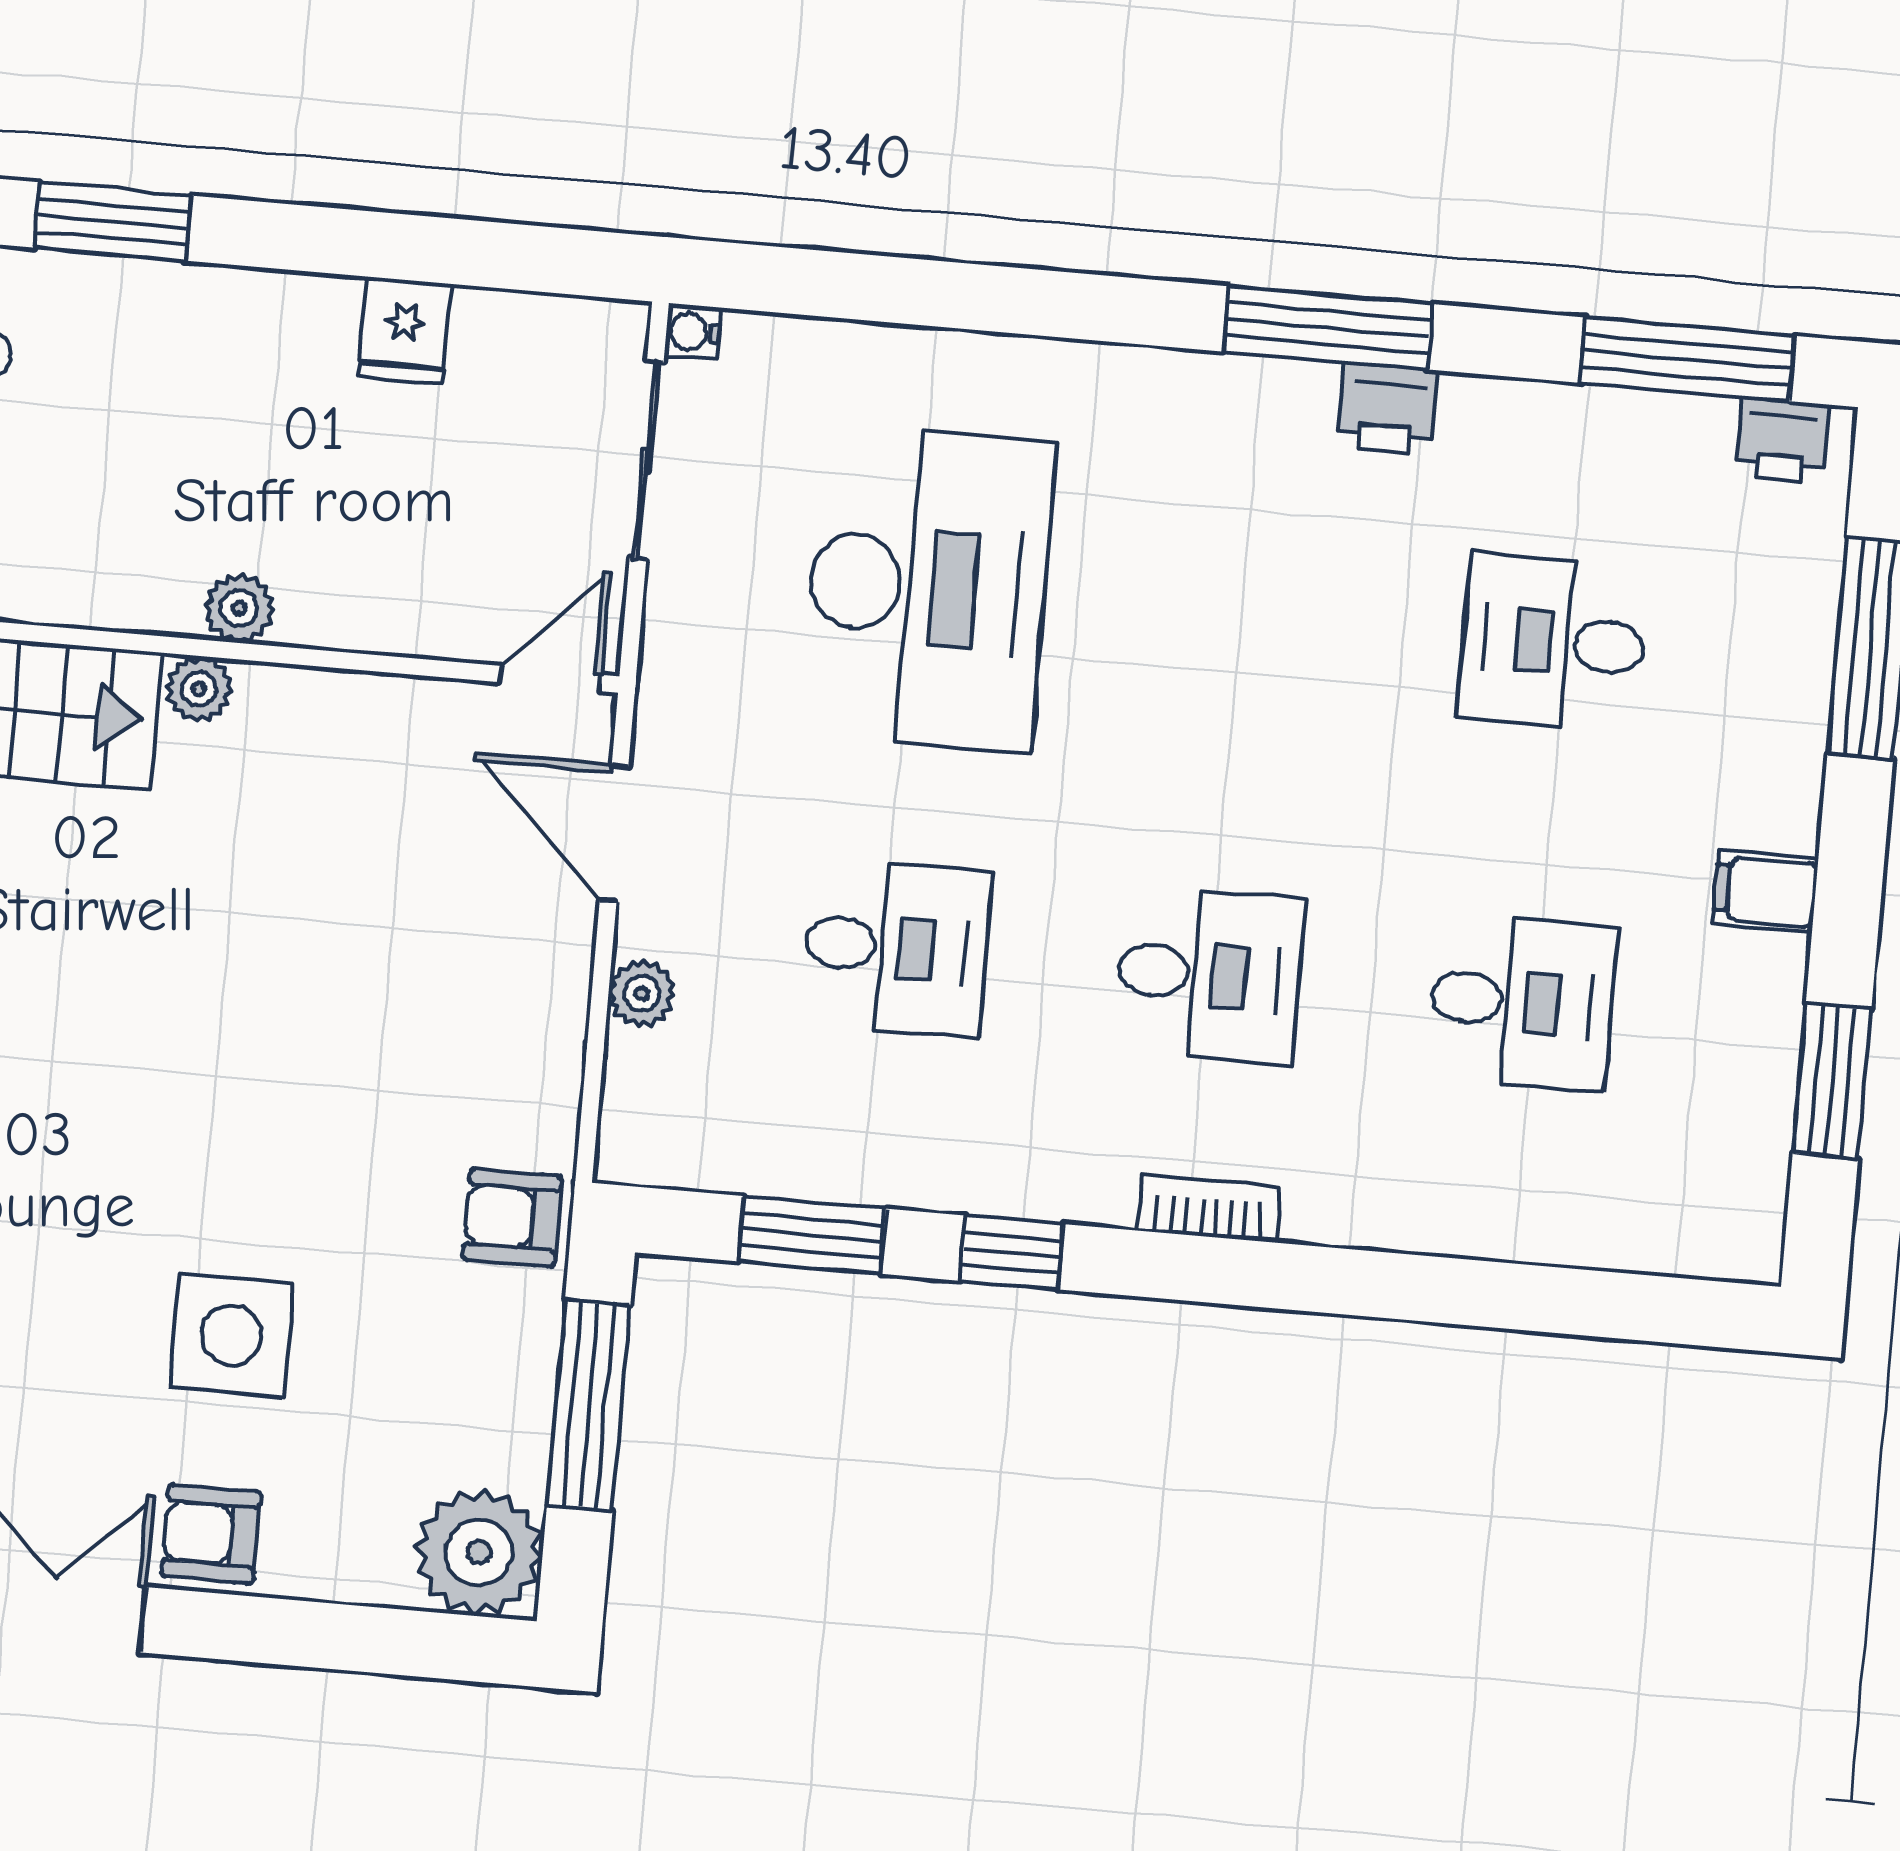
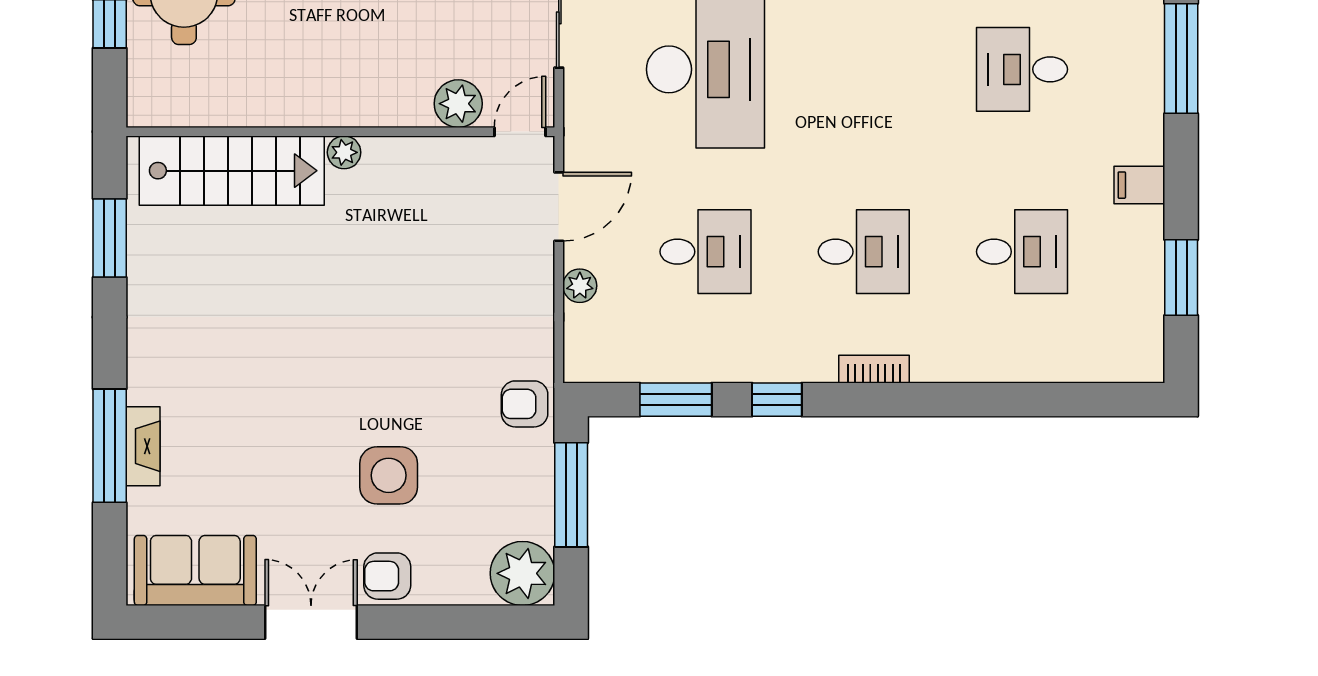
plant: (239, 608) -> (458, 104), moved, width x1.38, depth x1.38
door: (614, 833) -> (559, 207), swing flipped

